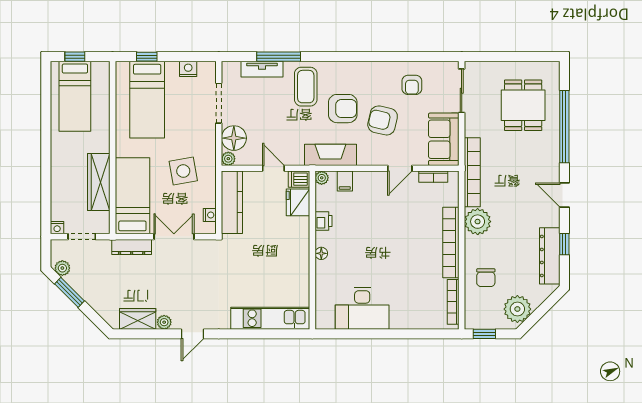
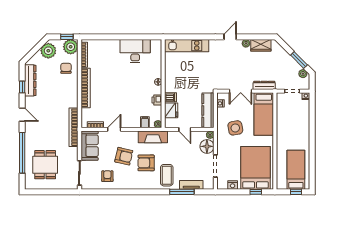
bed: (147, 100) -> (256, 168), width x1.50
dishwasher: (299, 179) -> (171, 97), moved
wardrobe: (99, 182) -> (283, 122), removed
plant: (478, 222) -> (71, 47), moved

